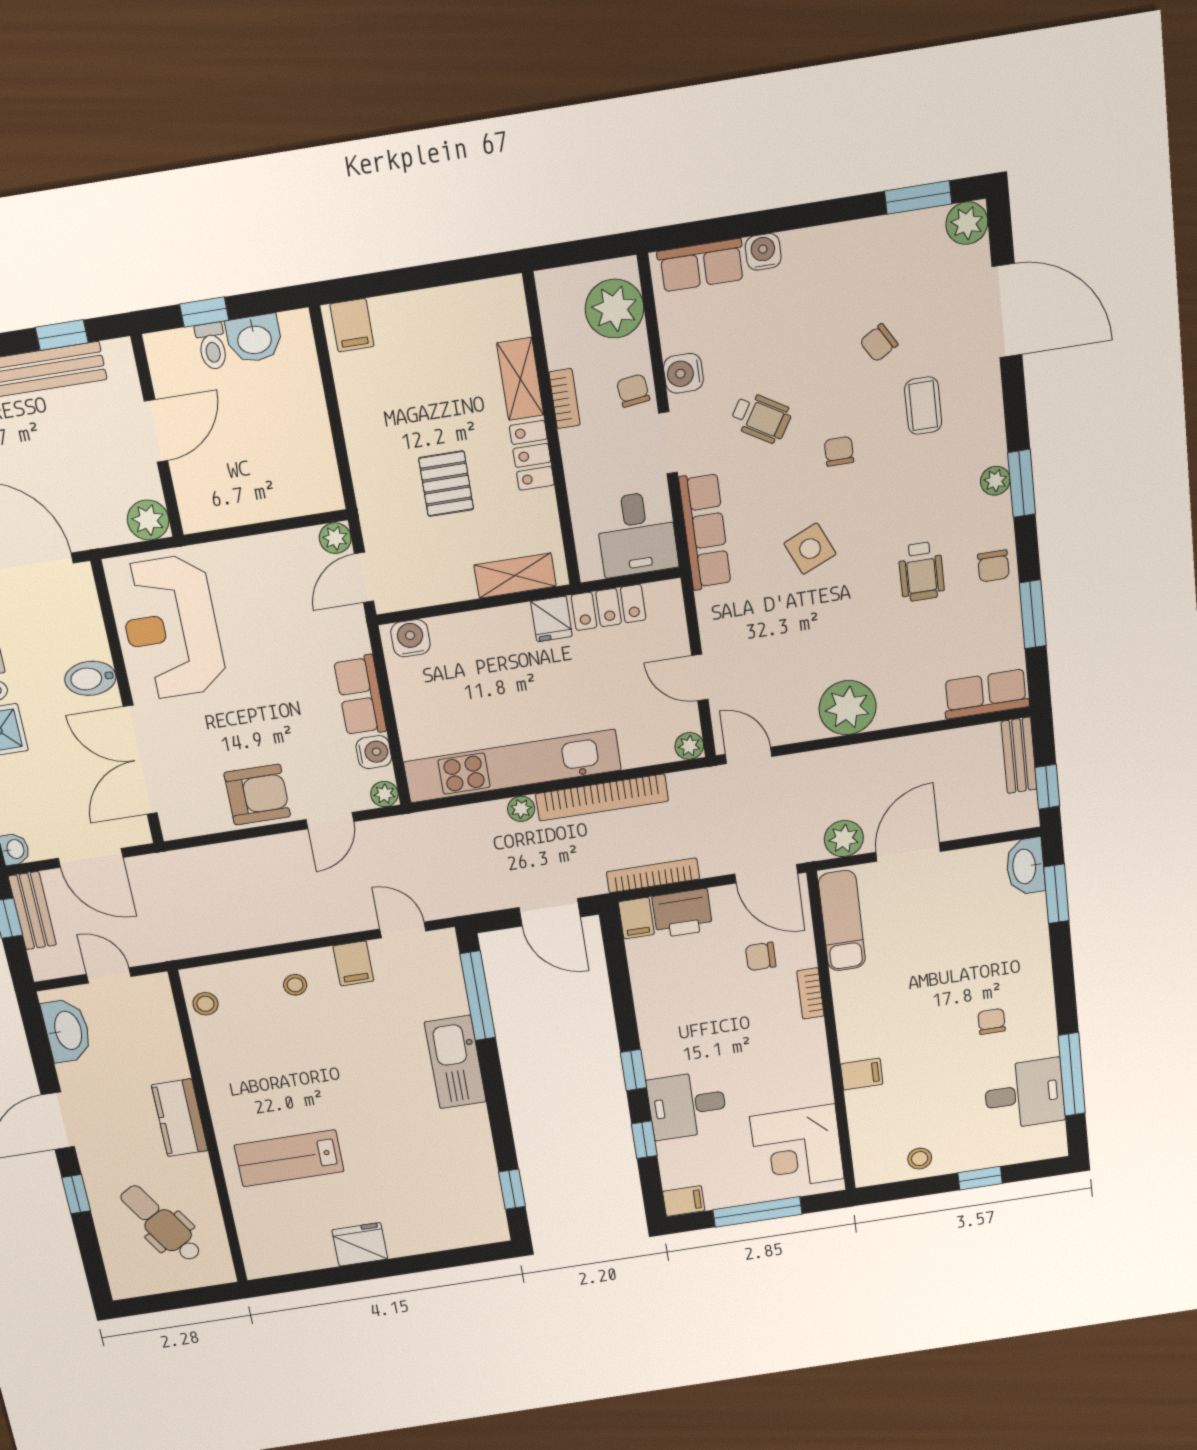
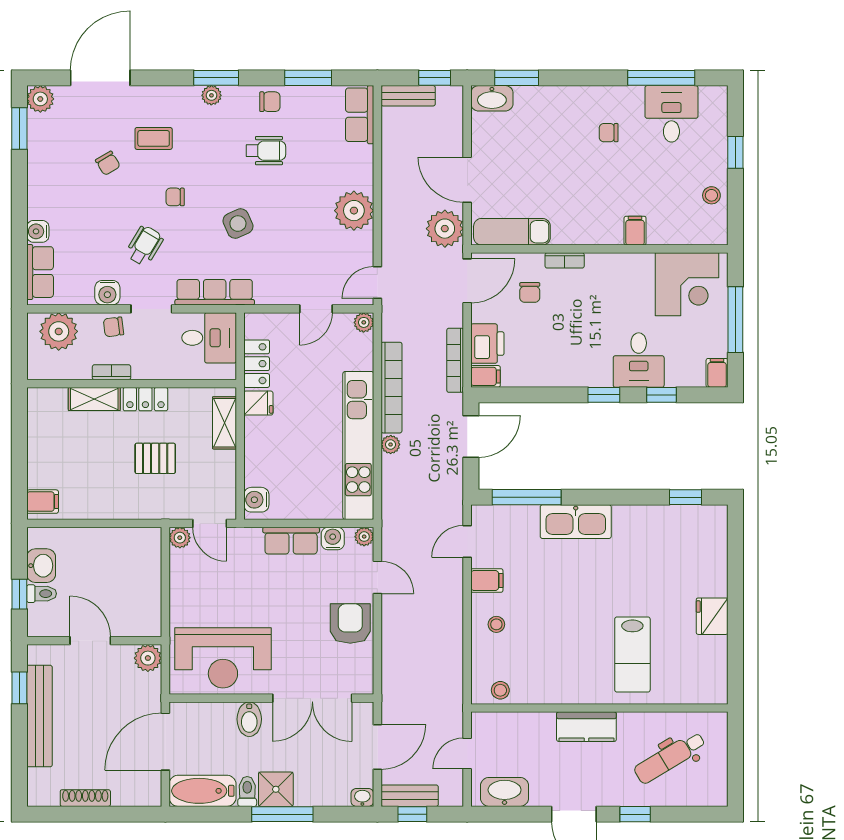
plant: (844, 839) -> (445, 229), width x1.36, depth x1.36

